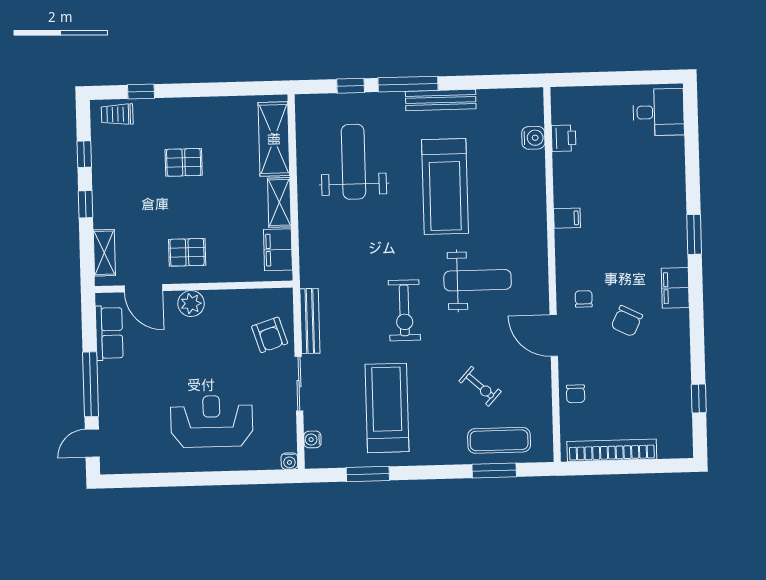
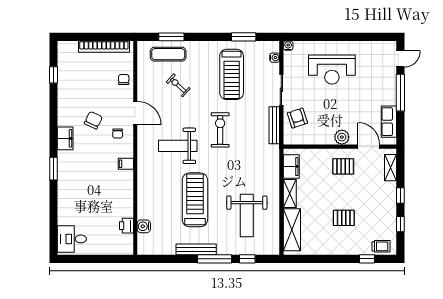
filing cabinet: (567, 218) -> (126, 164), moved

